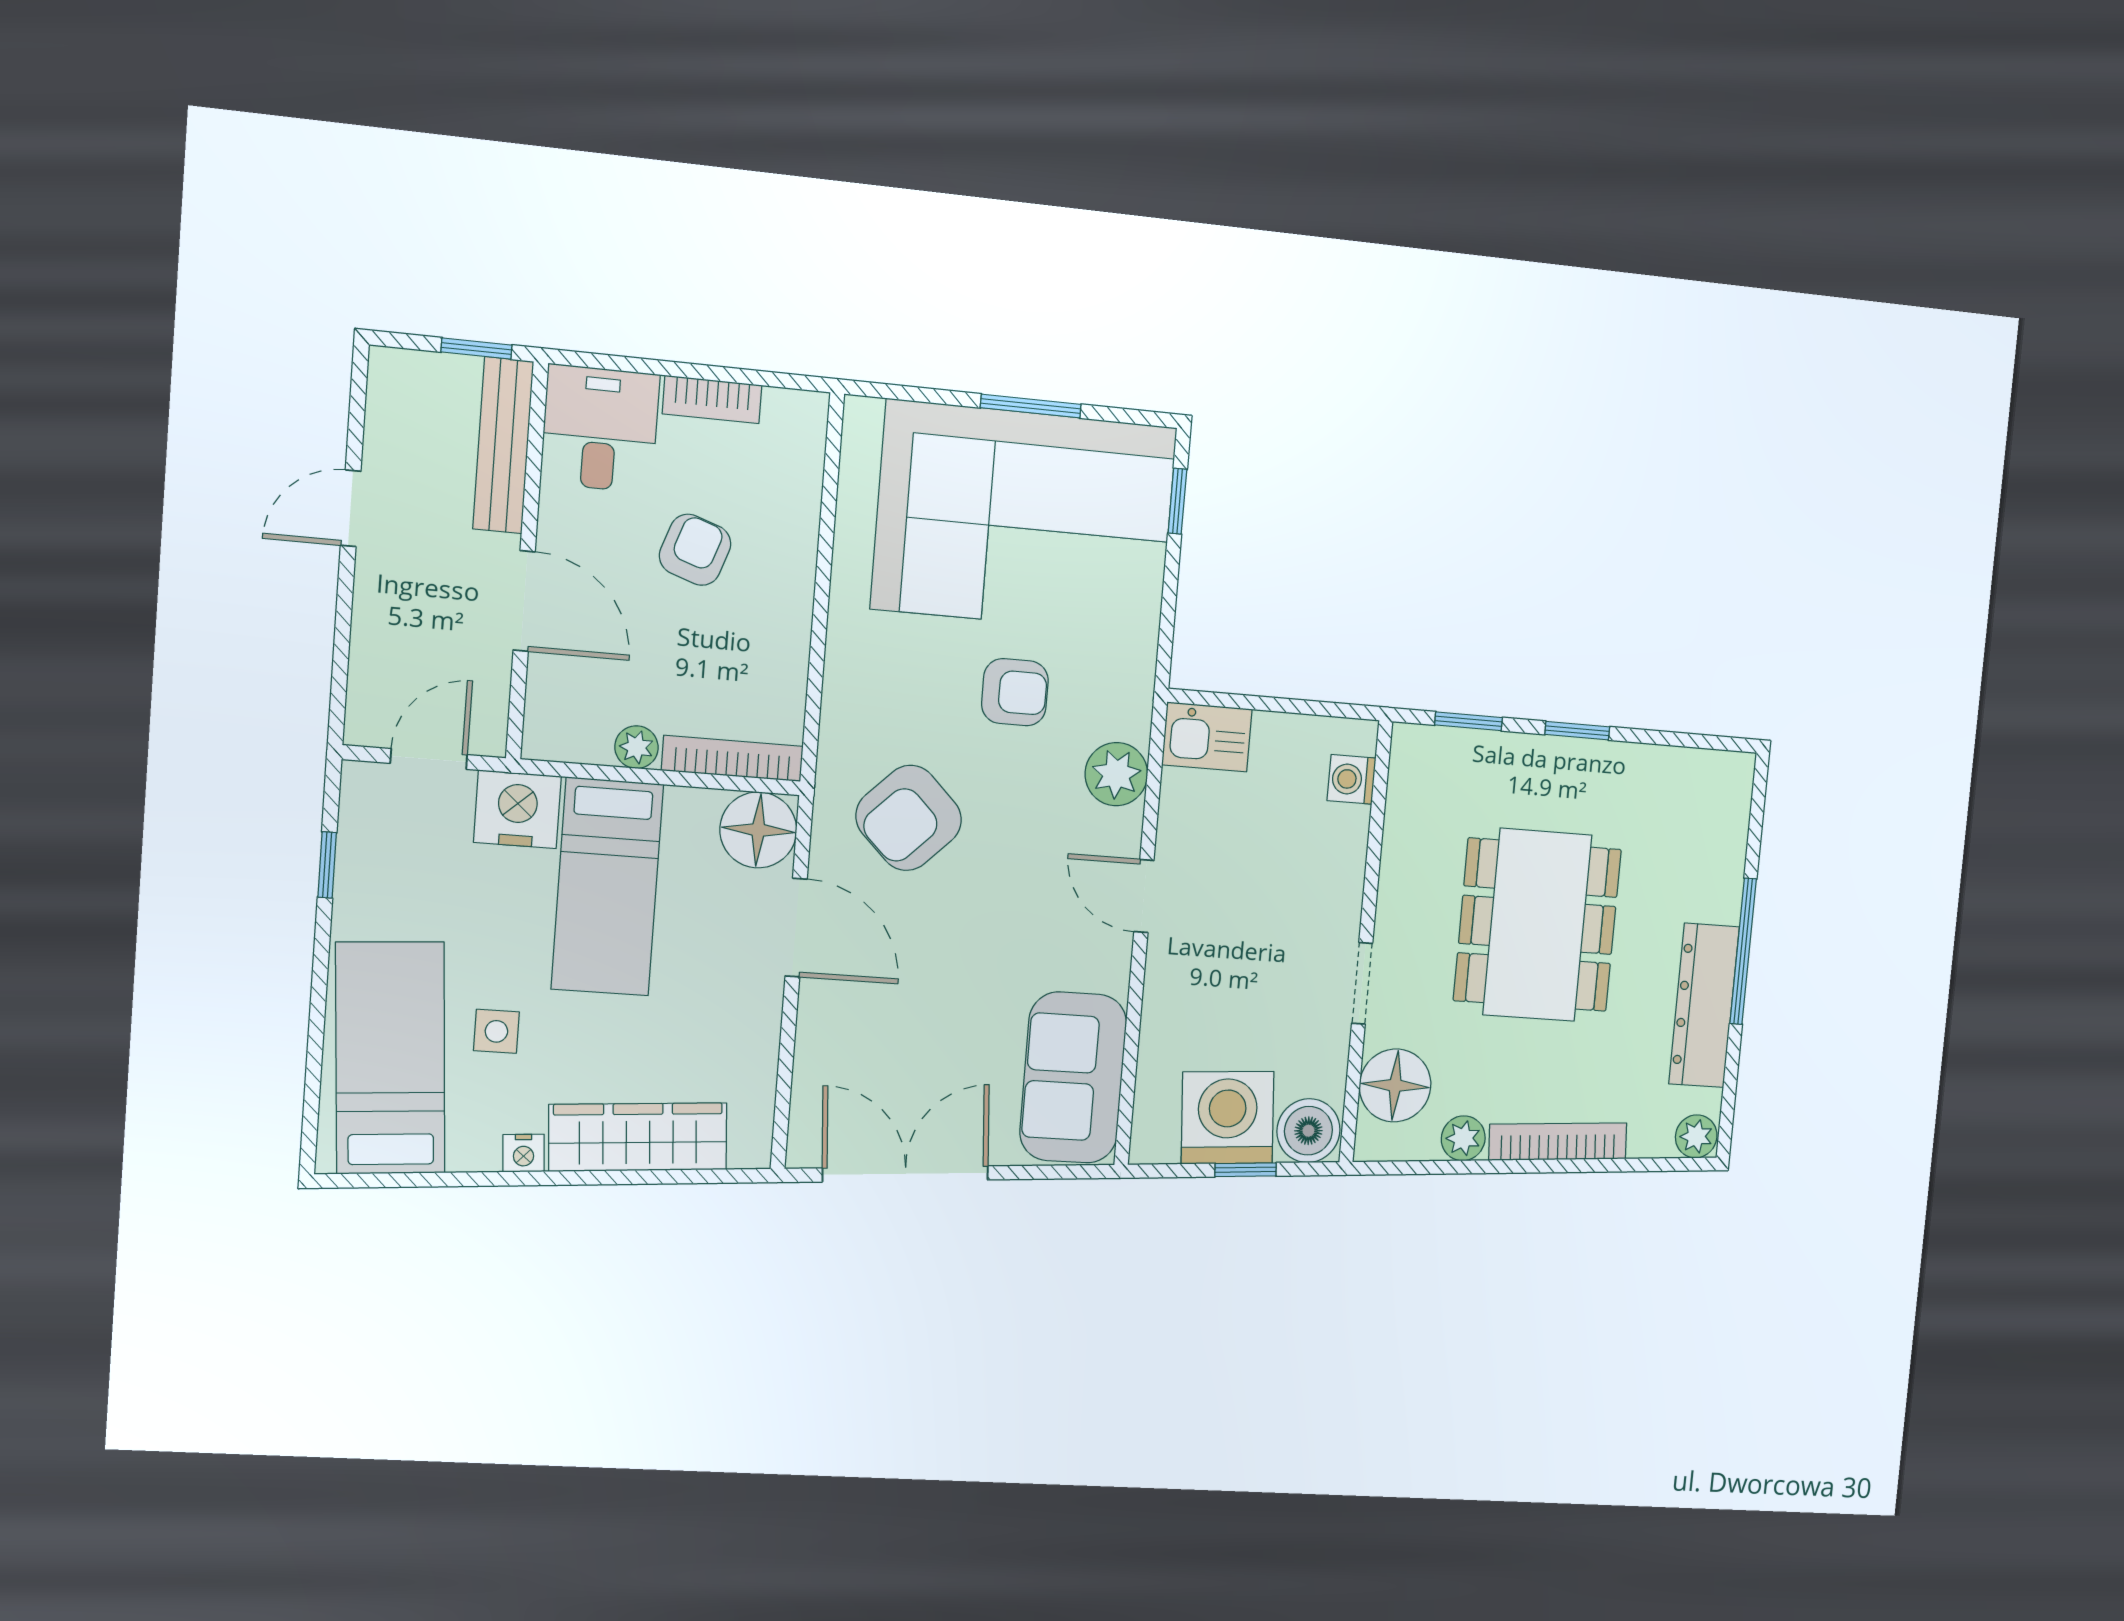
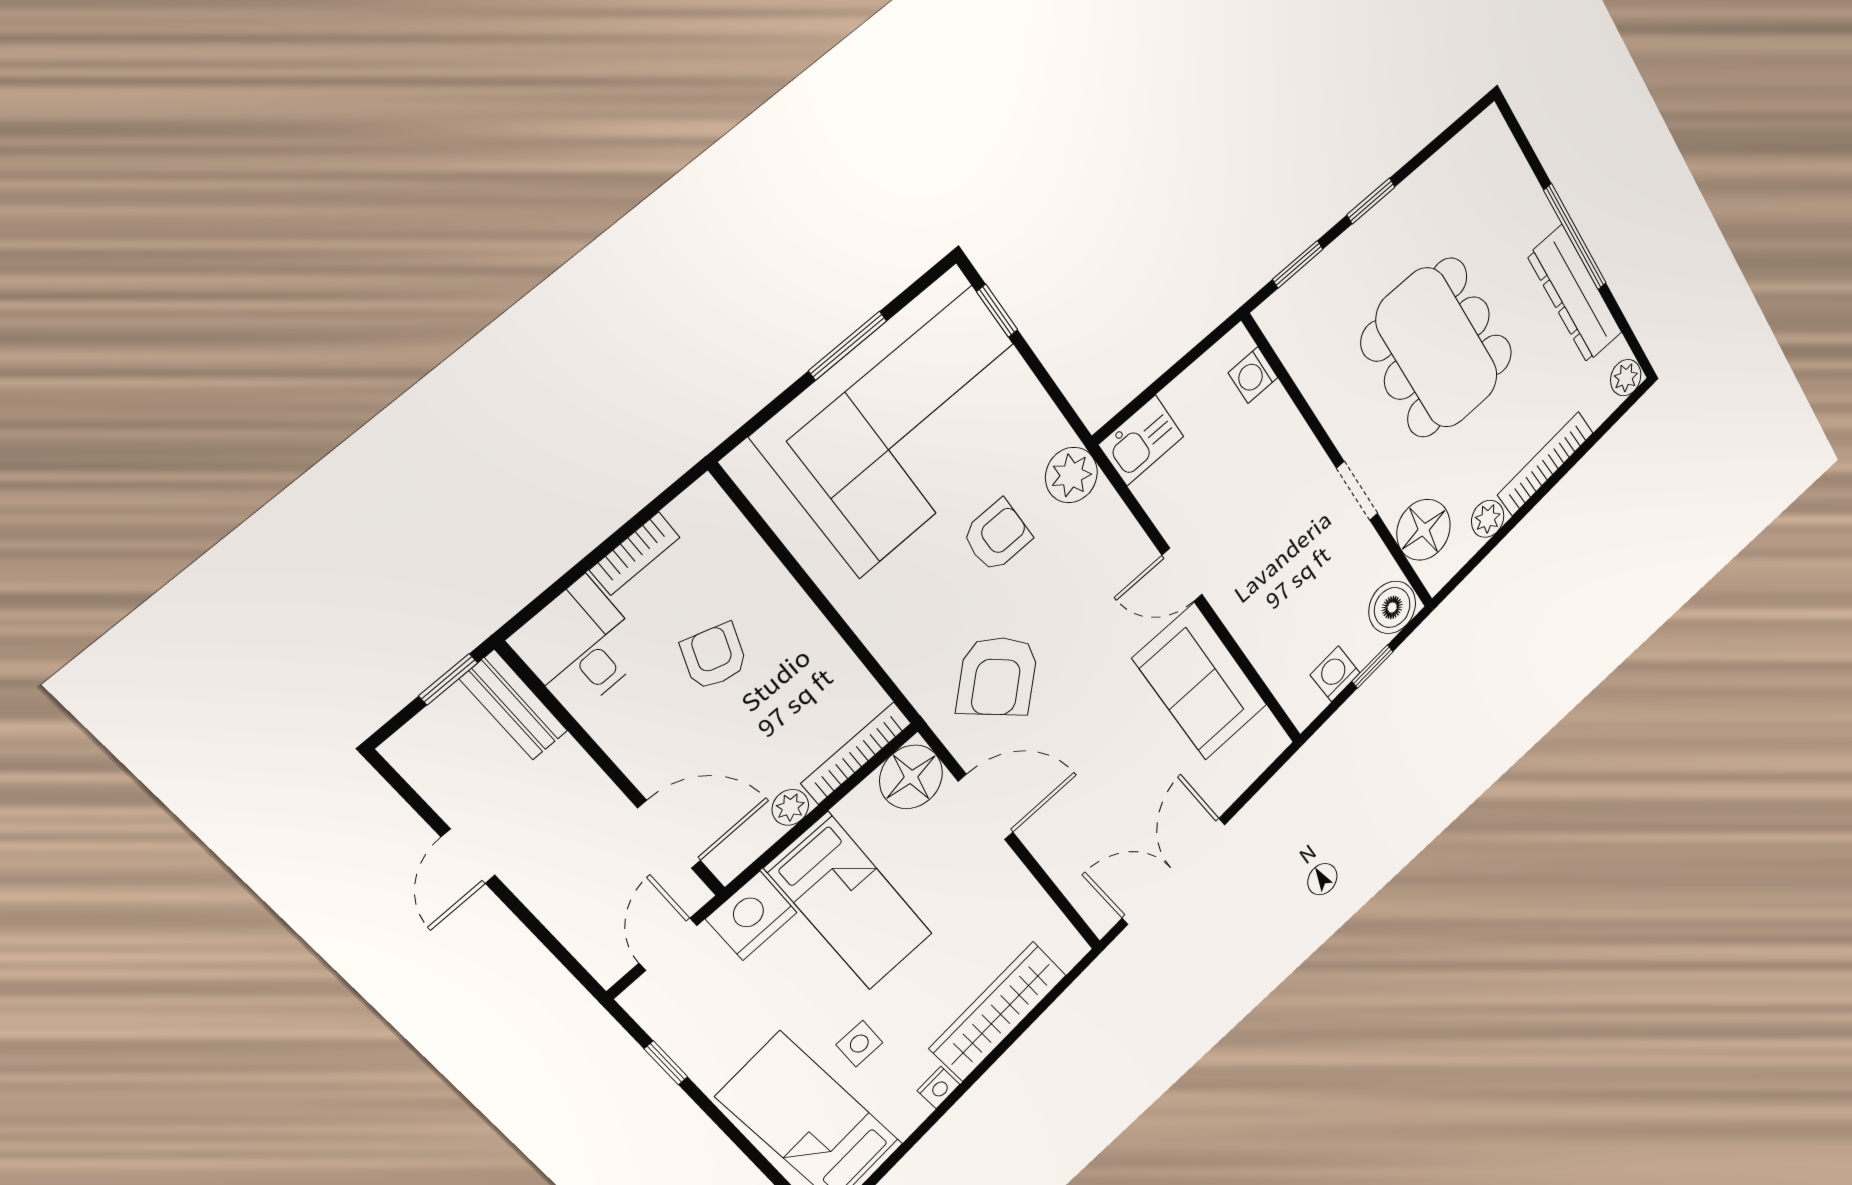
bench: (503, 445) -> (514, 705), width x0.73
door: (524, 601) -> (669, 834), moved
plant: (1116, 774) -> (1071, 475), moved
sofa: (1073, 1078) -> (1200, 682), moved
washing machine: (1228, 1118) -> (1335, 674), width x0.53, depth x0.53

